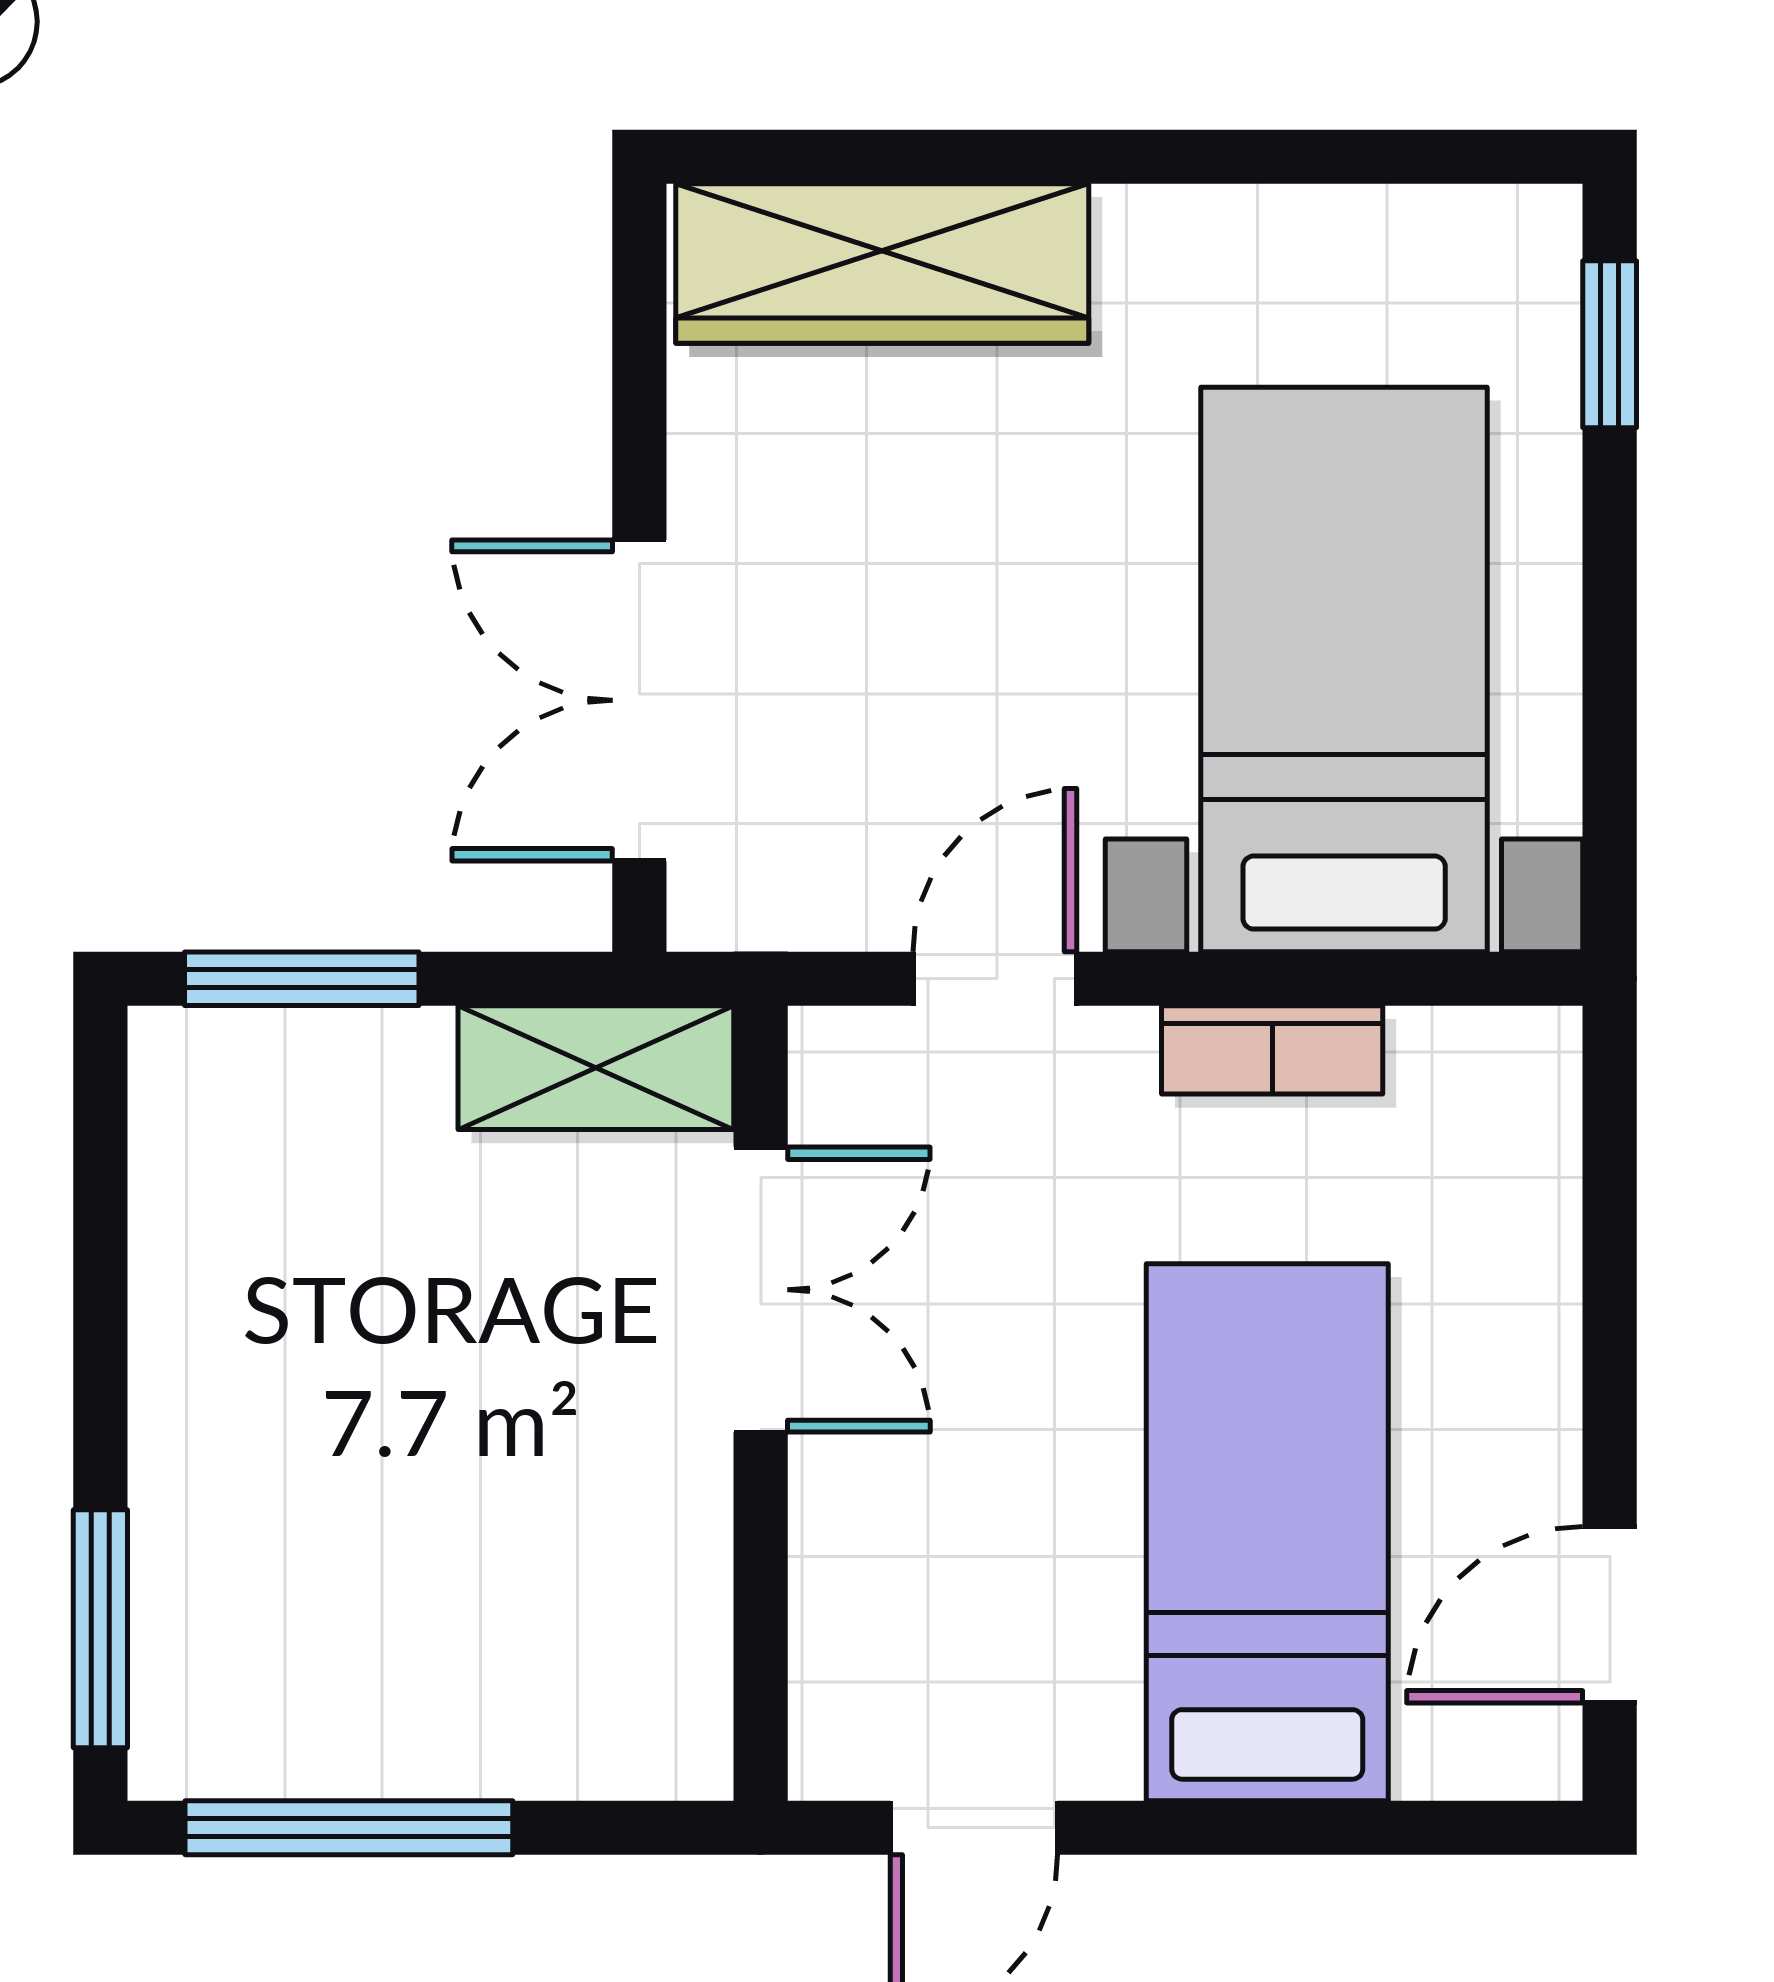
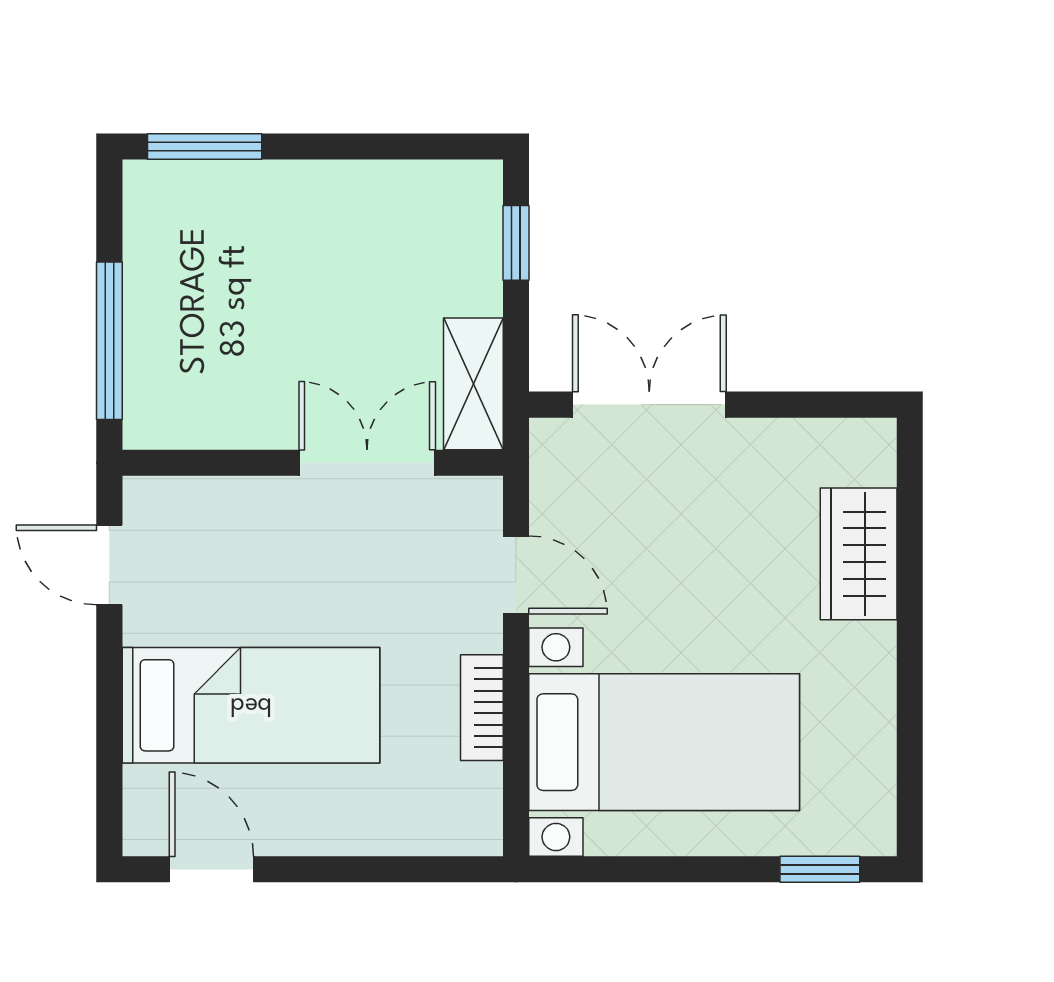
wardrobe: (882, 263) -> (859, 554), width x0.67
window: (302, 979) -> (516, 243), width x0.67
double door: (761, 1290) -> (367, 463), swing flipped
window: (349, 1828) -> (109, 341), moved

